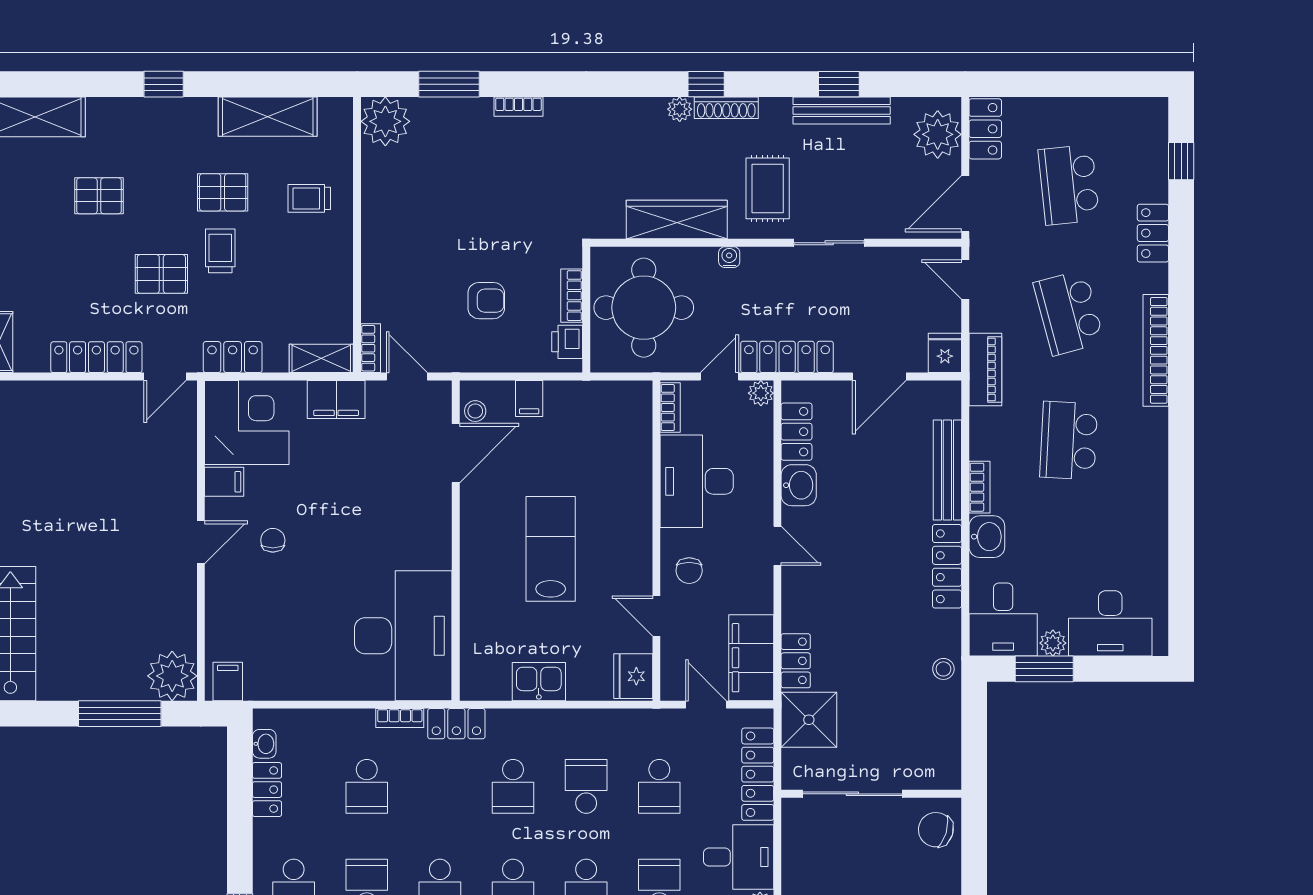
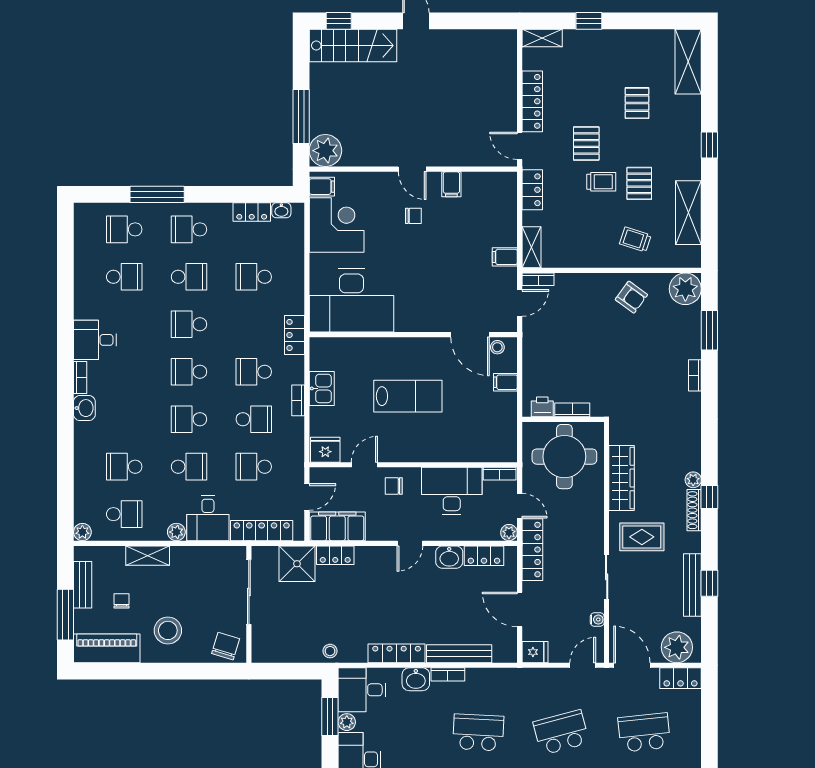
trolley: (309, 198) -> (635, 239), turned -72
water cooler: (729, 257) -> (597, 620), moved
armchair: (486, 301) -> (631, 297), moved, turned -54
piano: (985, 370) -> (524, 678), removed
filing cabinet: (336, 400) -> (505, 257), width x0.50
corner desk: (247, 423) -> (337, 225), moved, turned -90
bookcase: (400, 718) -> (298, 400), moved

